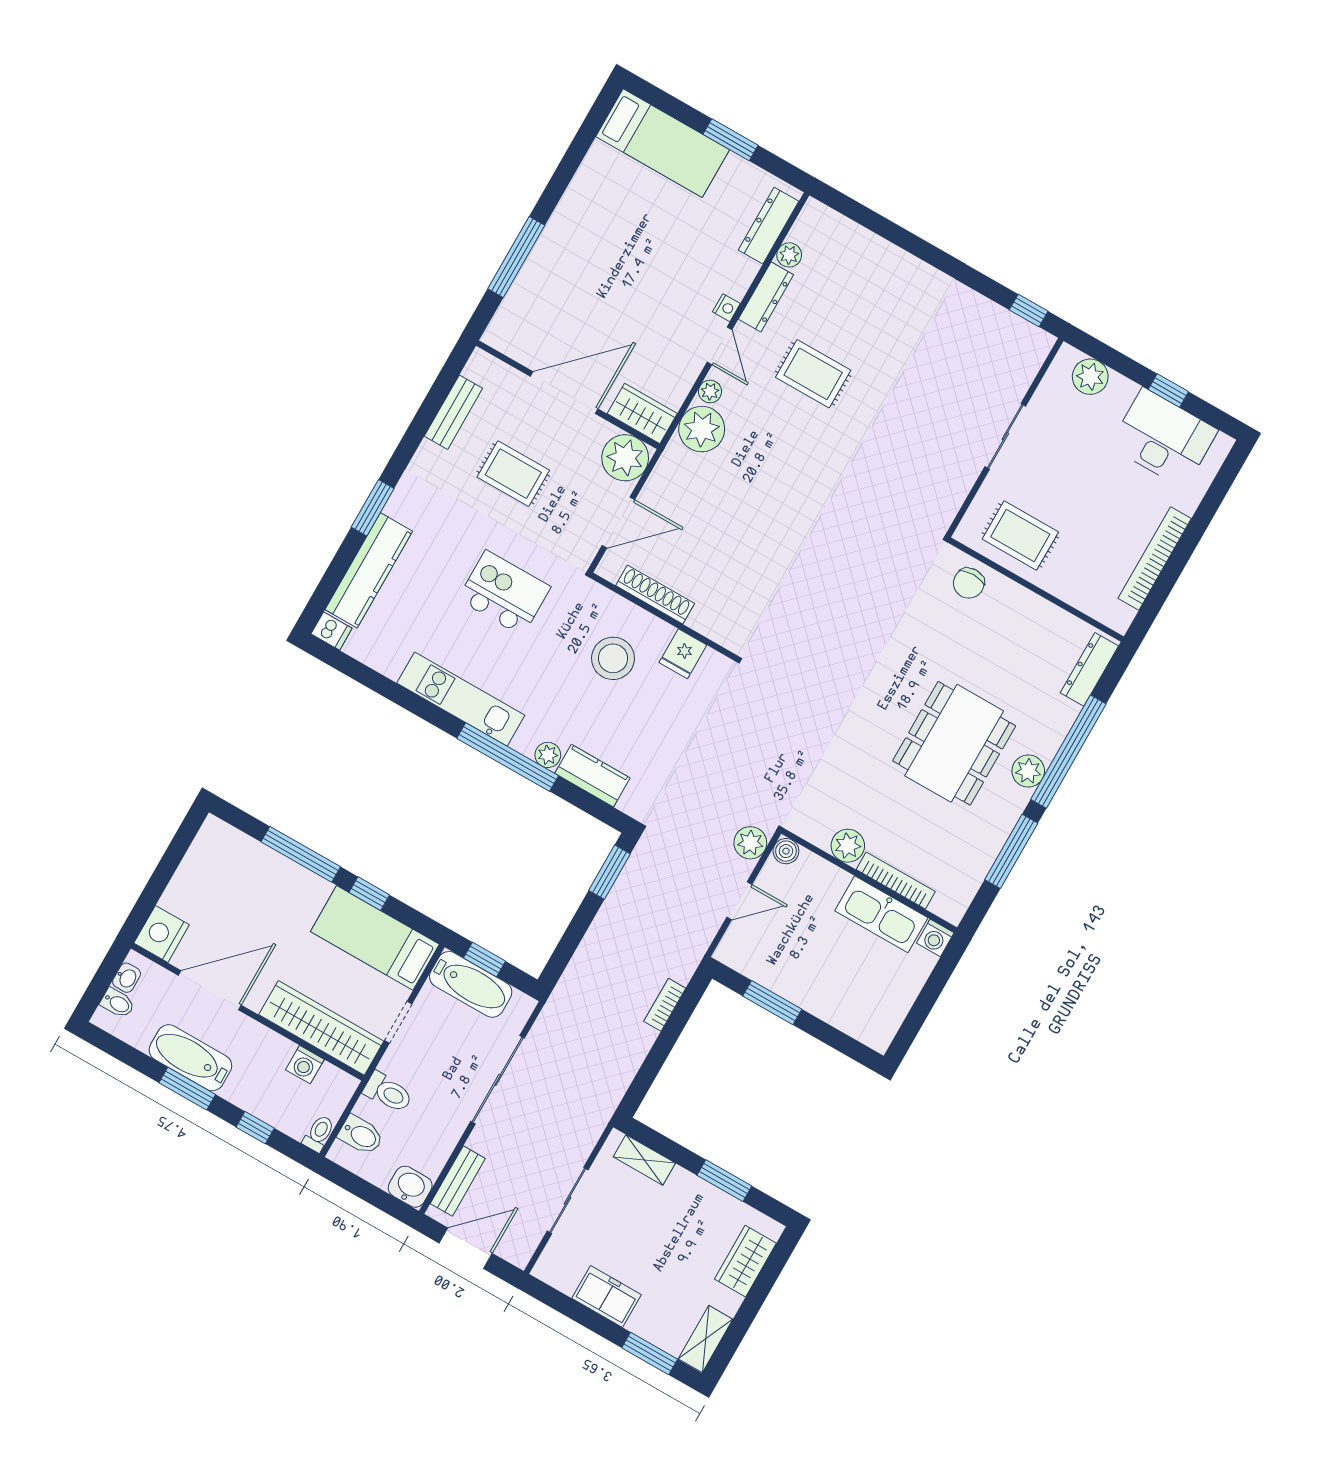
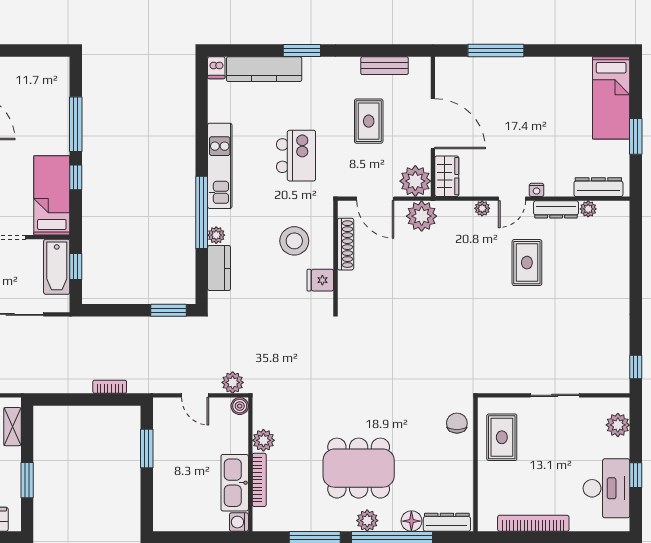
plant: (702, 429) -> (422, 216), moved
chair: (969, 583) -> (457, 423), turned 90
floor lamp: (1062, 714) -> (411, 521), added

